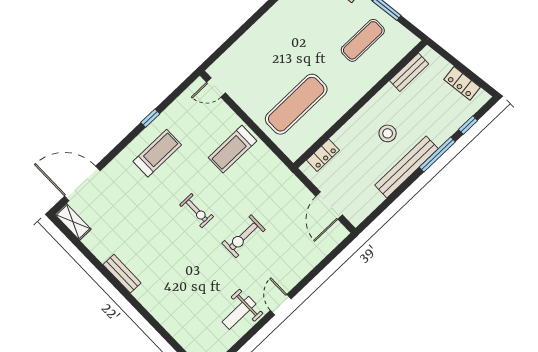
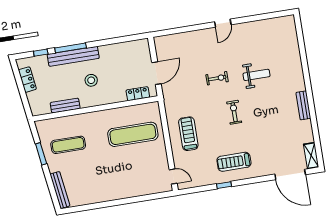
bench: (409, 72) -> (65, 106), moved
treadmill: (233, 149) -> (188, 134), turned -90
bench: (407, 167) -> (73, 56), moved
door: (329, 206) -> (156, 73), moved
exercise bike: (244, 236) -> (217, 78), width x0.73, depth x0.72
weight bench: (239, 313) -> (257, 75), moved

